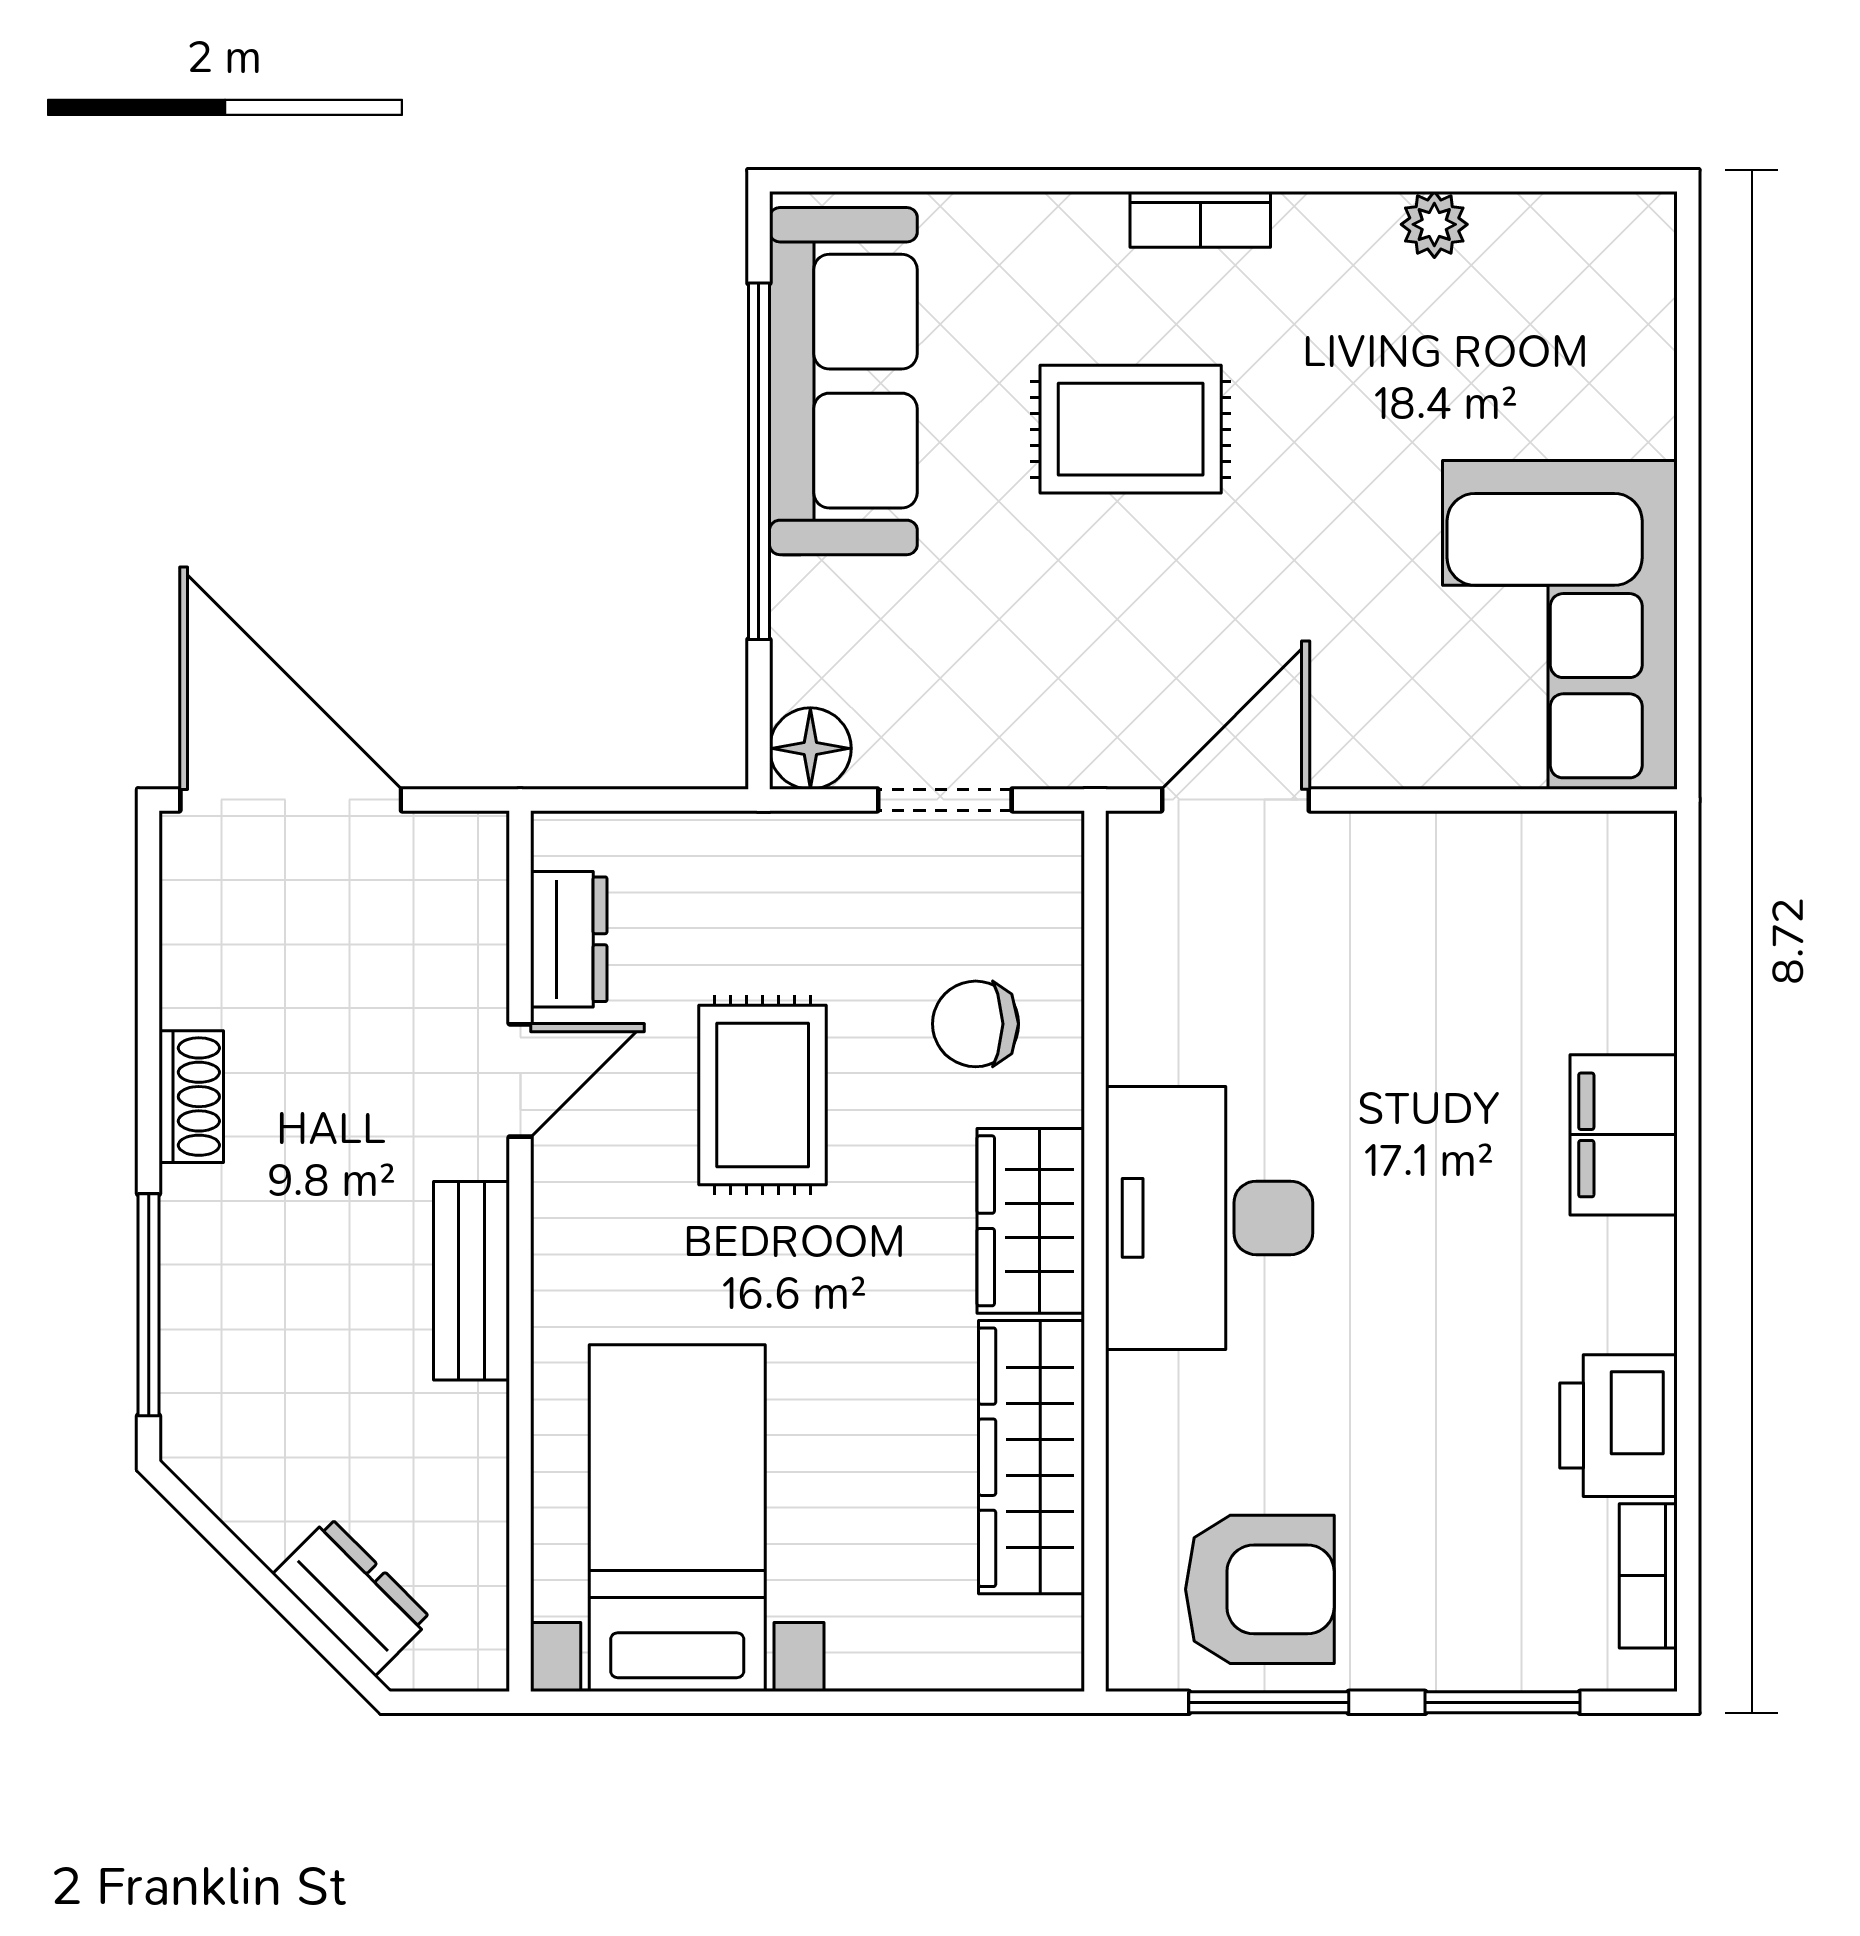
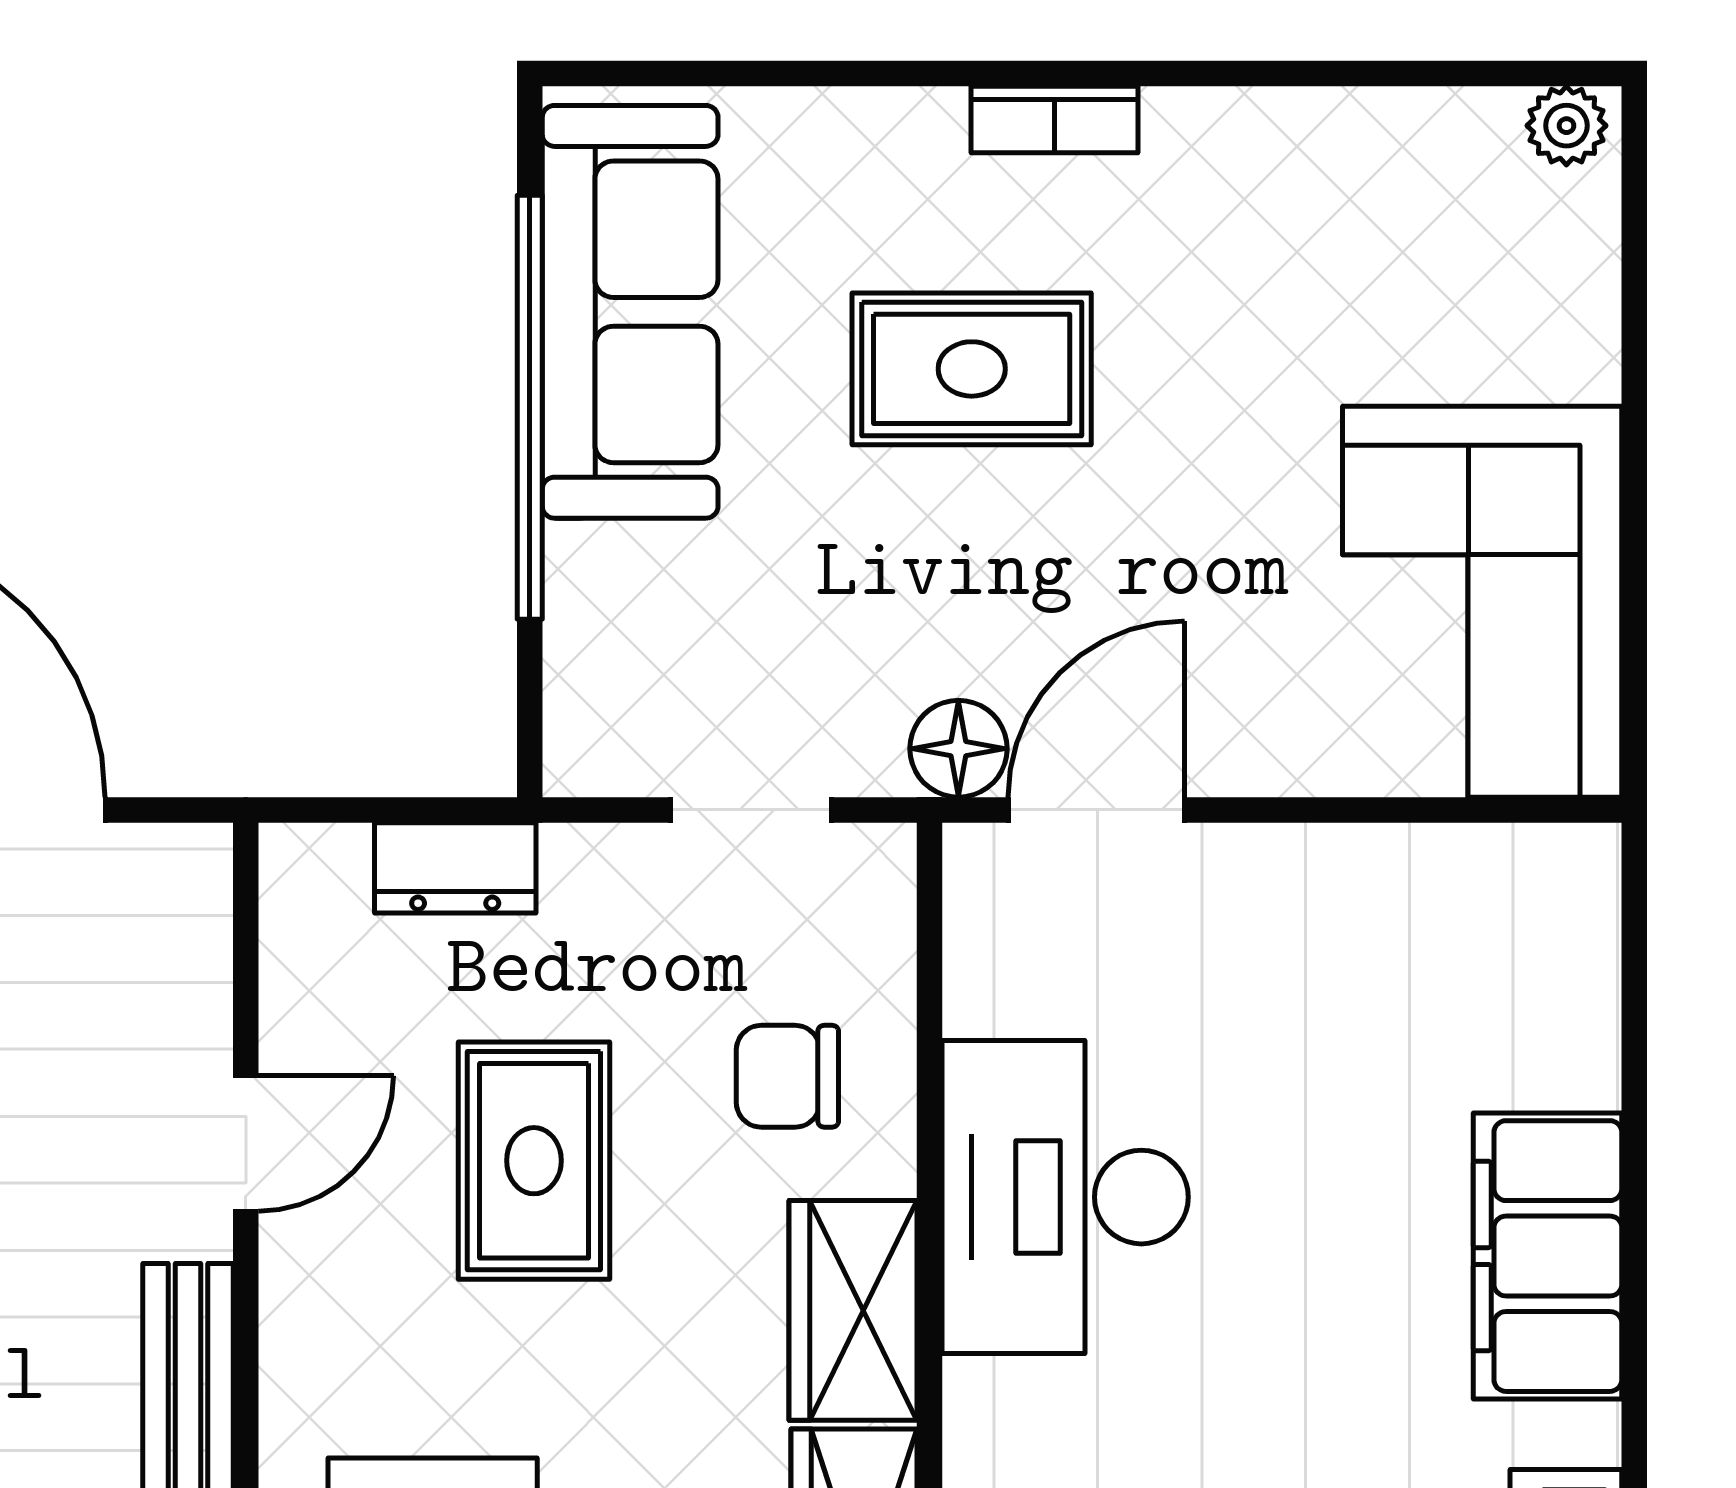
plant: (1434, 224) -> (1566, 126), moved
floor lamp: (810, 748) -> (958, 749), moved
dresser: (569, 939) -> (455, 868), moved, turned 90
filing cabinet: (1624, 1135) -> (1547, 1256), width x1.50, depth x1.17
desk: (1209, 1218) -> (1065, 1197), moved

